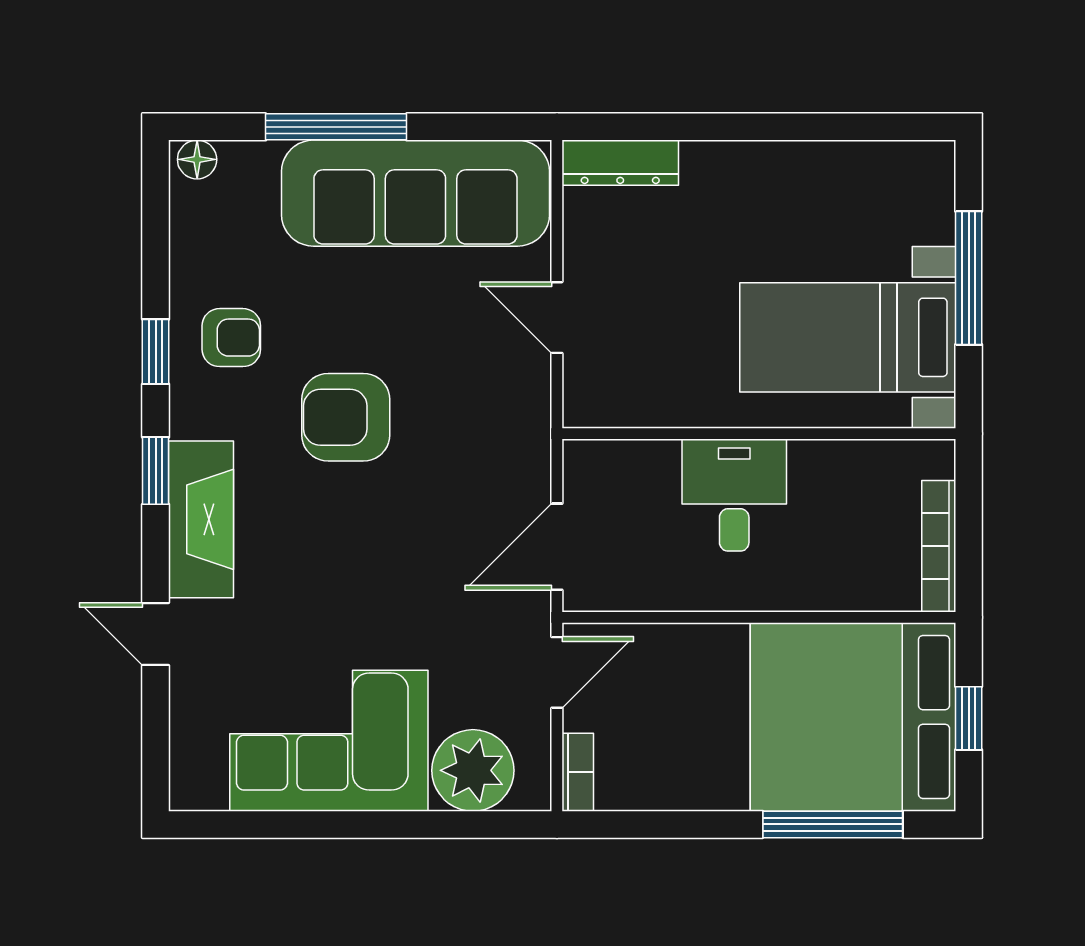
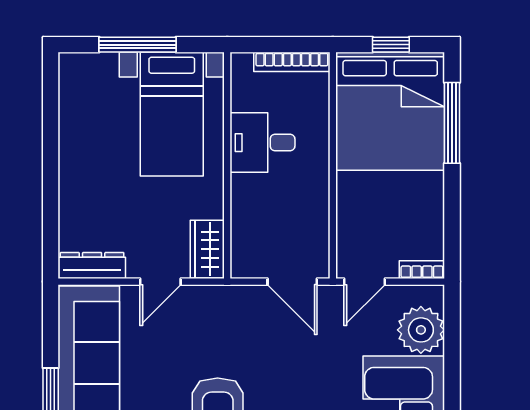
dresser: (620, 163) -> (92, 265), moved, turned -90
wardrobe: (613, 399) -> (207, 249), added
desk: (734, 495) -> (263, 143), moved
door: (557, 672) -> (365, 282), swing flipped

